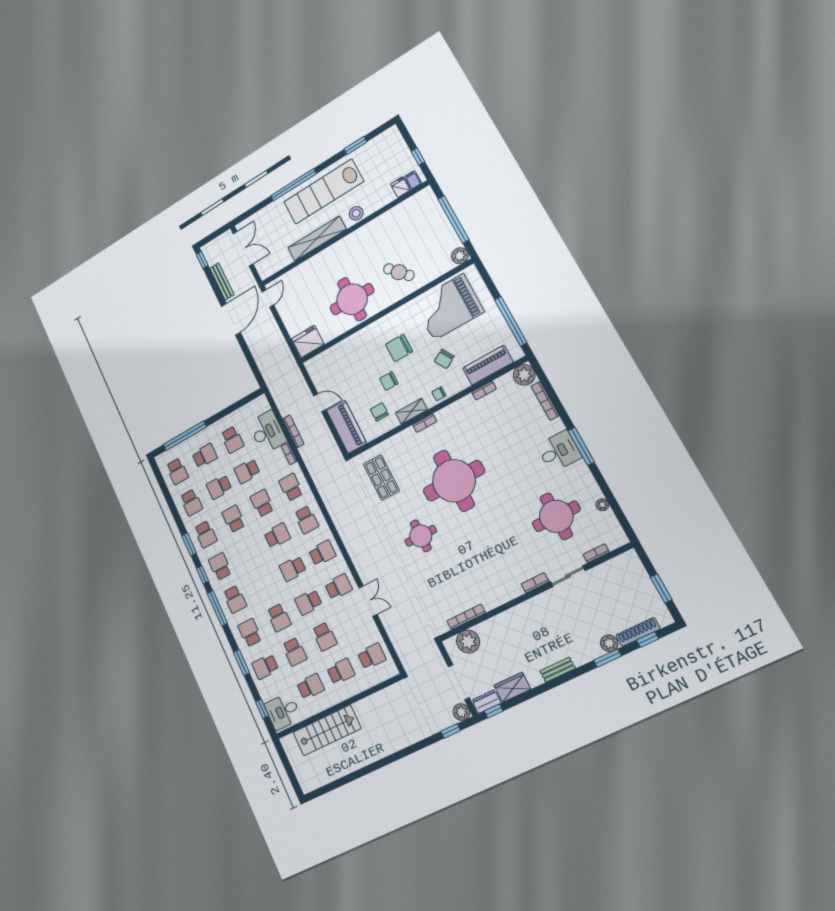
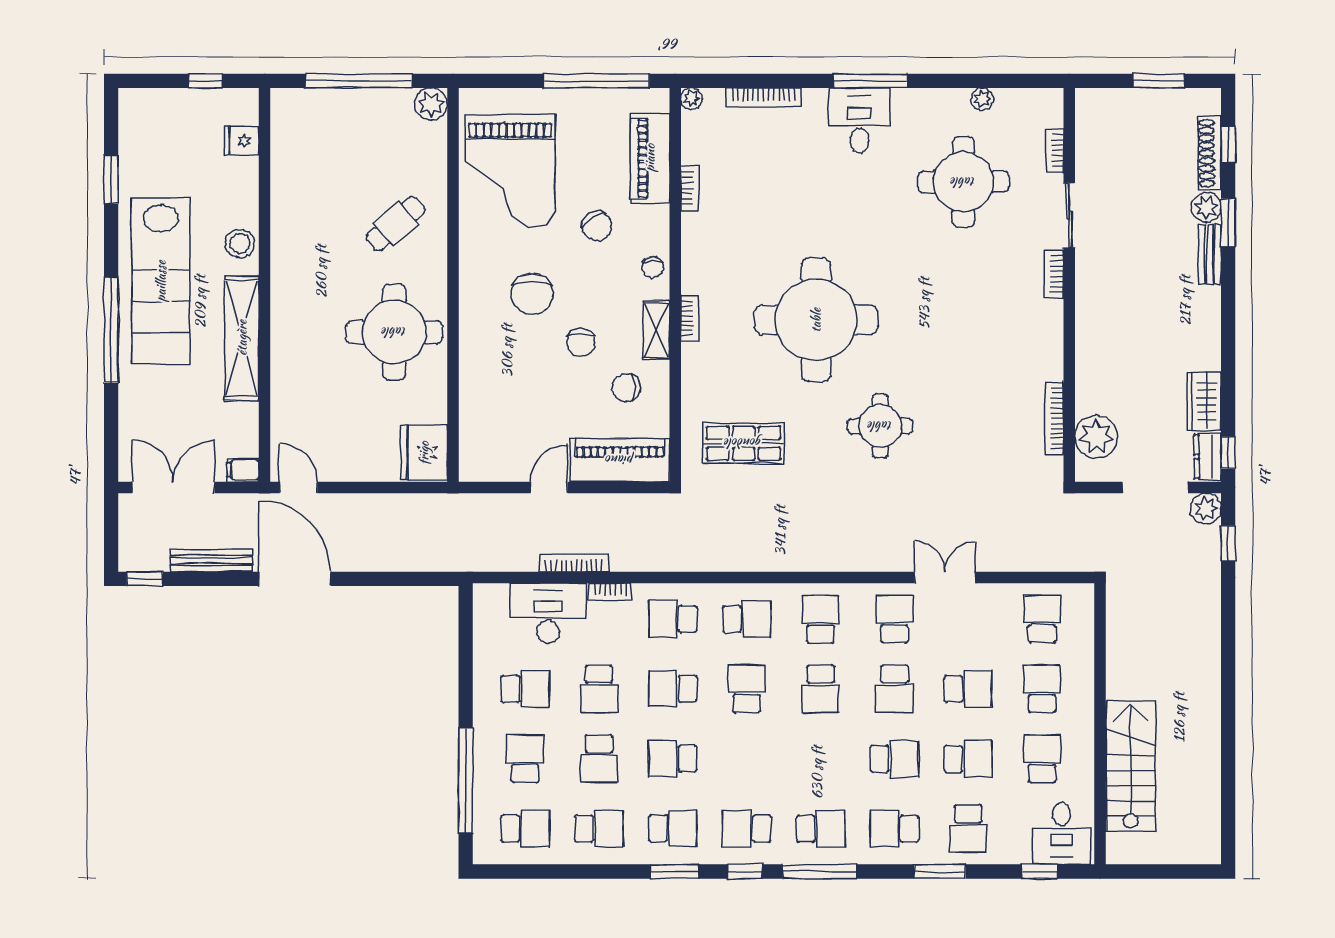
filing cabinet: (413, 180) -> (243, 470), moved
plant: (524, 375) -> (692, 99), width x0.53, depth x0.53
bench: (558, 670) -> (1210, 254), moved

